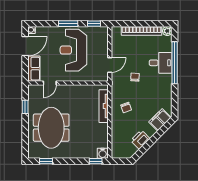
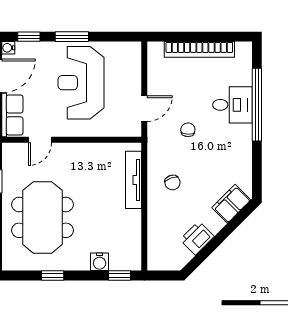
window: (94, 24) -> (29, 37), moved
plant: (167, 31) -> (244, 50), removed
water cooler: (103, 153) -> (100, 262), moved
window: (46, 161) -> (53, 275), moved

